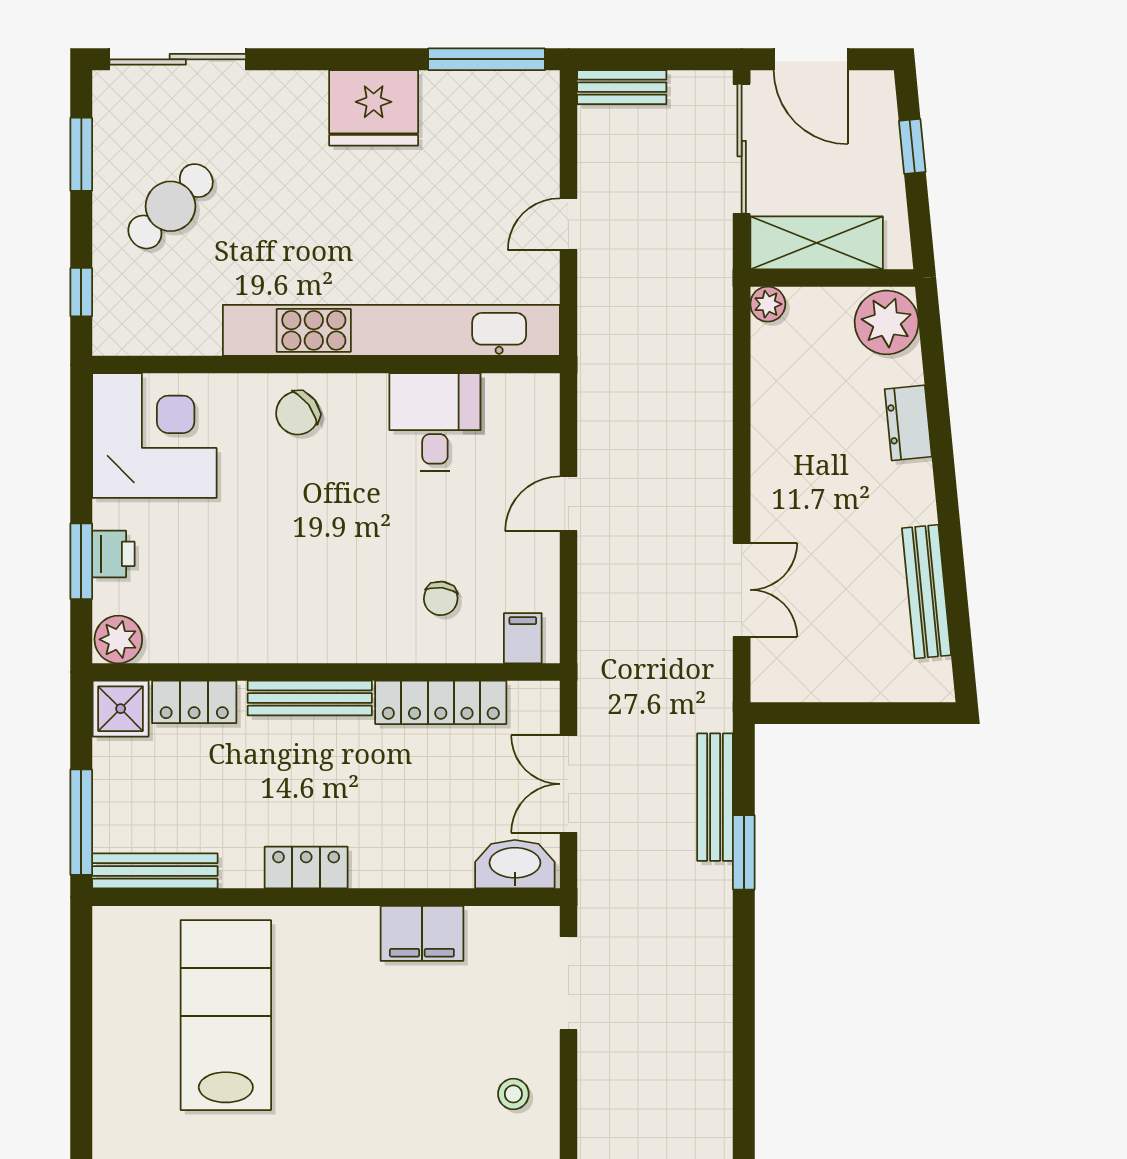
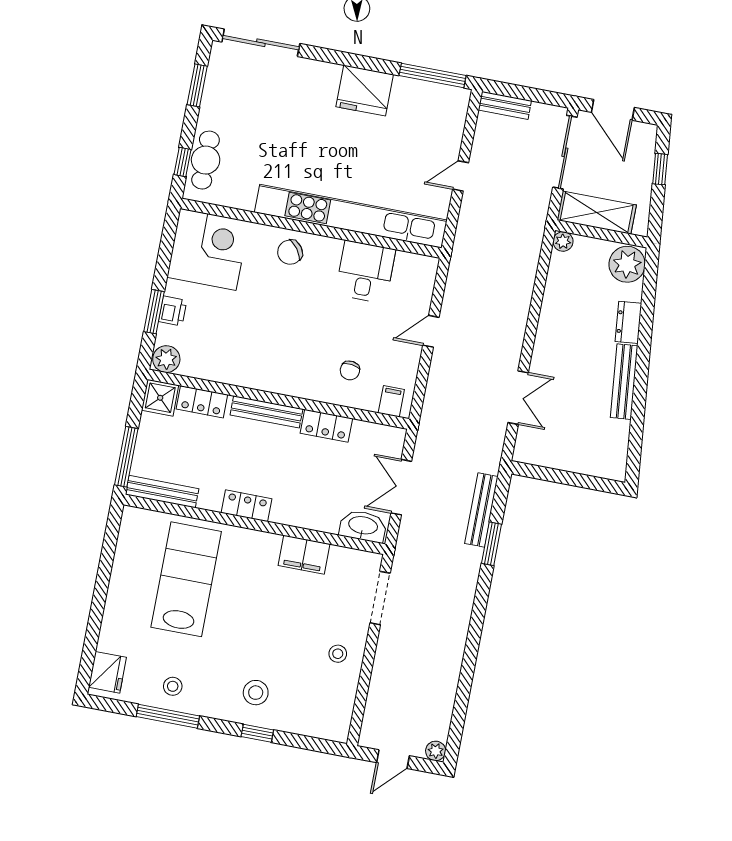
cafe table: (171, 206) -> (206, 160), moved, turned -45
bench: (927, 592) -> (624, 382), moved
locker: (441, 702) -> (326, 426), width x0.66

